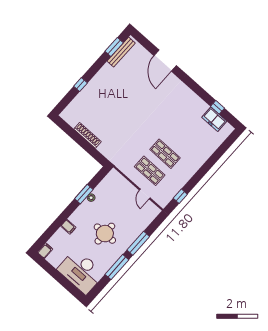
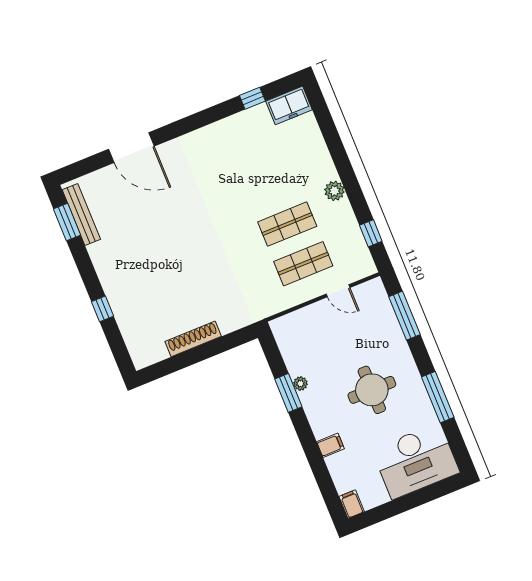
freezer: (214, 119) -> (289, 105), moved
plant: (192, 169) -> (334, 191), added
window: (138, 243) -> (404, 316), moved

